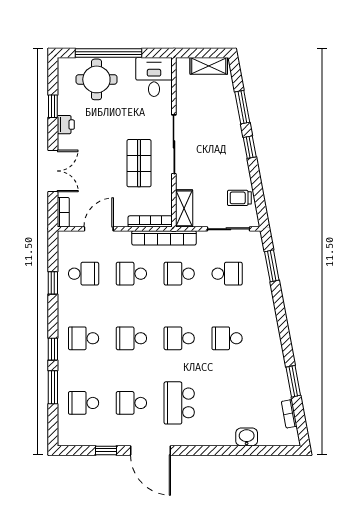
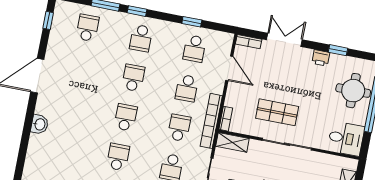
double door: (53, 171) -> (284, 40), swing flipped
bookcase: (150, 221) -> (226, 119), width x0.64
school desk: (131, 274) -> (187, 88), turned 180
school desk: (84, 338) -> (141, 38), turned 180
school desk: (131, 403) -> (80, 67), removed
school desk: (179, 403) -> (72, 107), removed
washbasin: (247, 437) -> (40, 124), moved
window: (106, 450) -> (48, 20), moved

